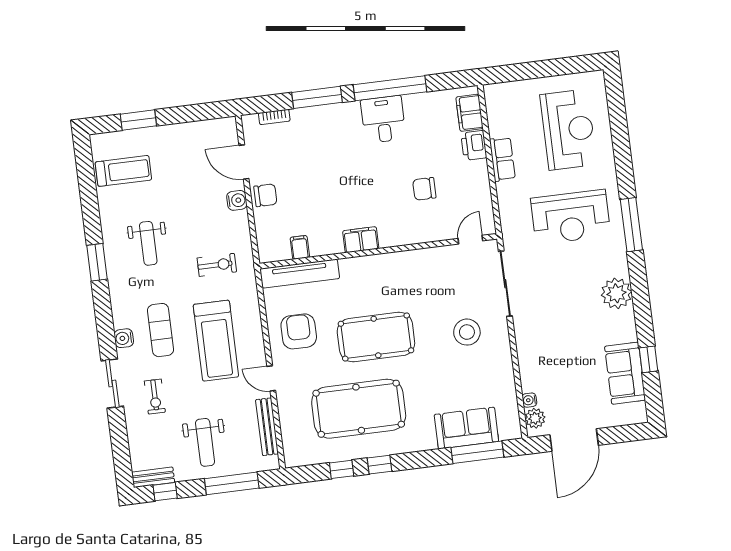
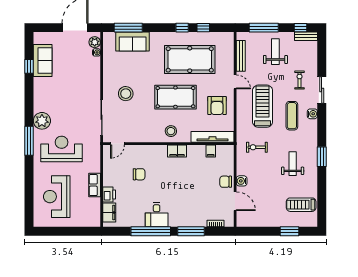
stool: (376, 275) -> (171, 131), added
plant: (616, 293) -> (42, 121), moved

